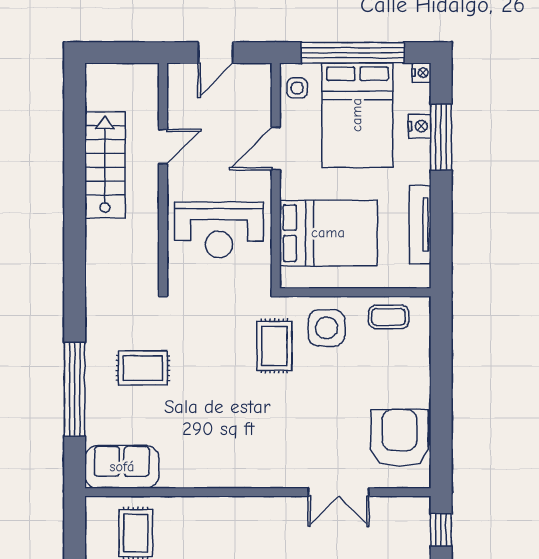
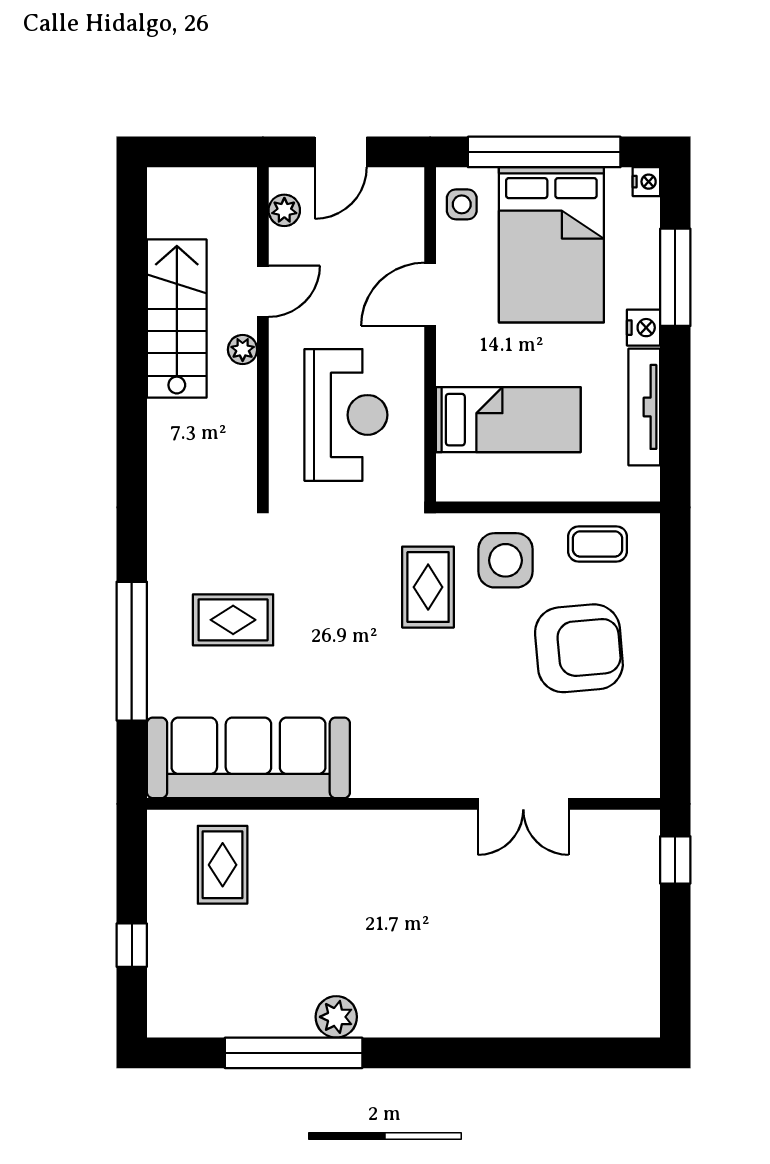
plant: (177, 92) -> (284, 210), added
nightstand: (420, 126) -> (643, 328), moved
plant: (149, 186) -> (243, 350), added
reception desk: (219, 230) -> (346, 415), turned -90
bed: (328, 233) -> (508, 420), width x0.67
armchair: (400, 438) -> (579, 648), moved, turned 85
sofa: (122, 467) -> (248, 758), width x1.85, depth x1.27

